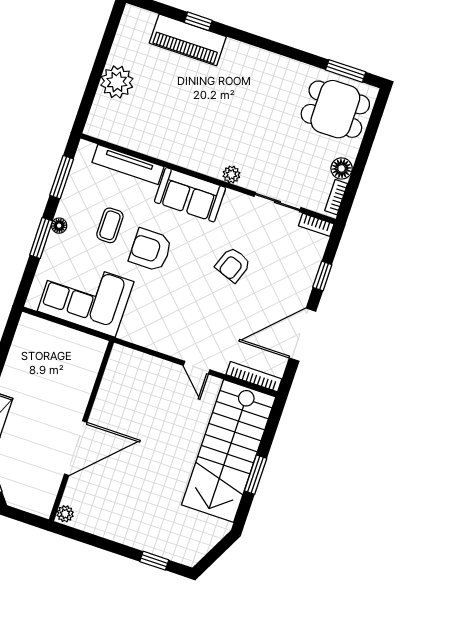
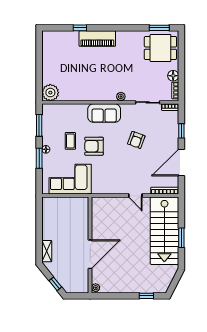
piano: (188, 40) -> (97, 39), moved
plant: (117, 82) -> (50, 93), moved
tv unit: (128, 164) -> (69, 109), removed

